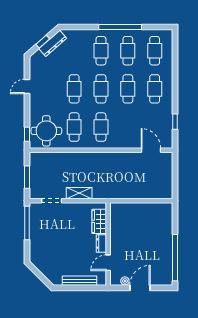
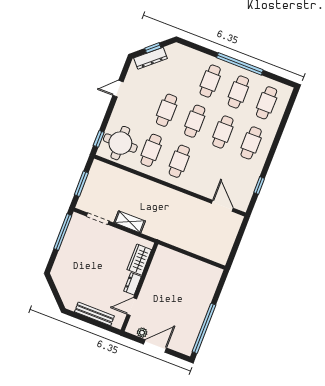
dresser: (53, 43) -> (151, 58), moved

